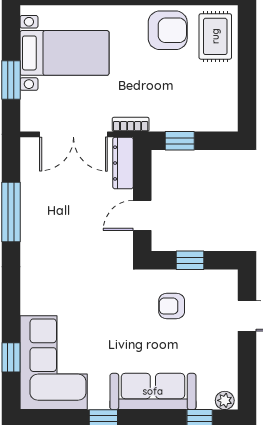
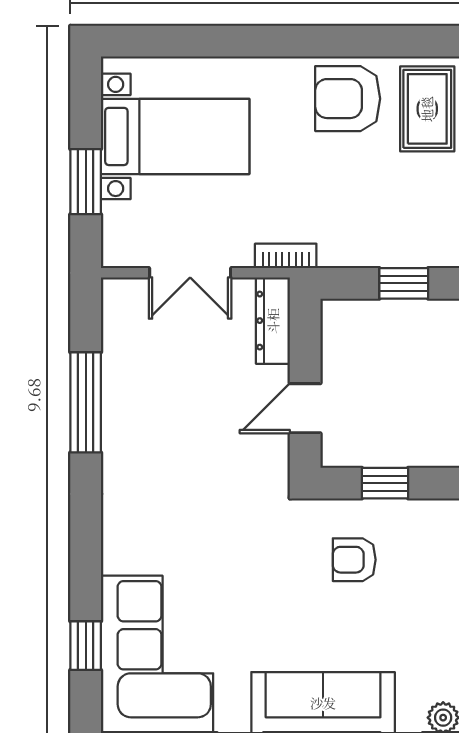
armchair: (168, 30) -> (348, 99), turned 180
double door: (73, 134) -> (190, 273), width x0.73
window: (180, 141) -> (404, 283), moved

